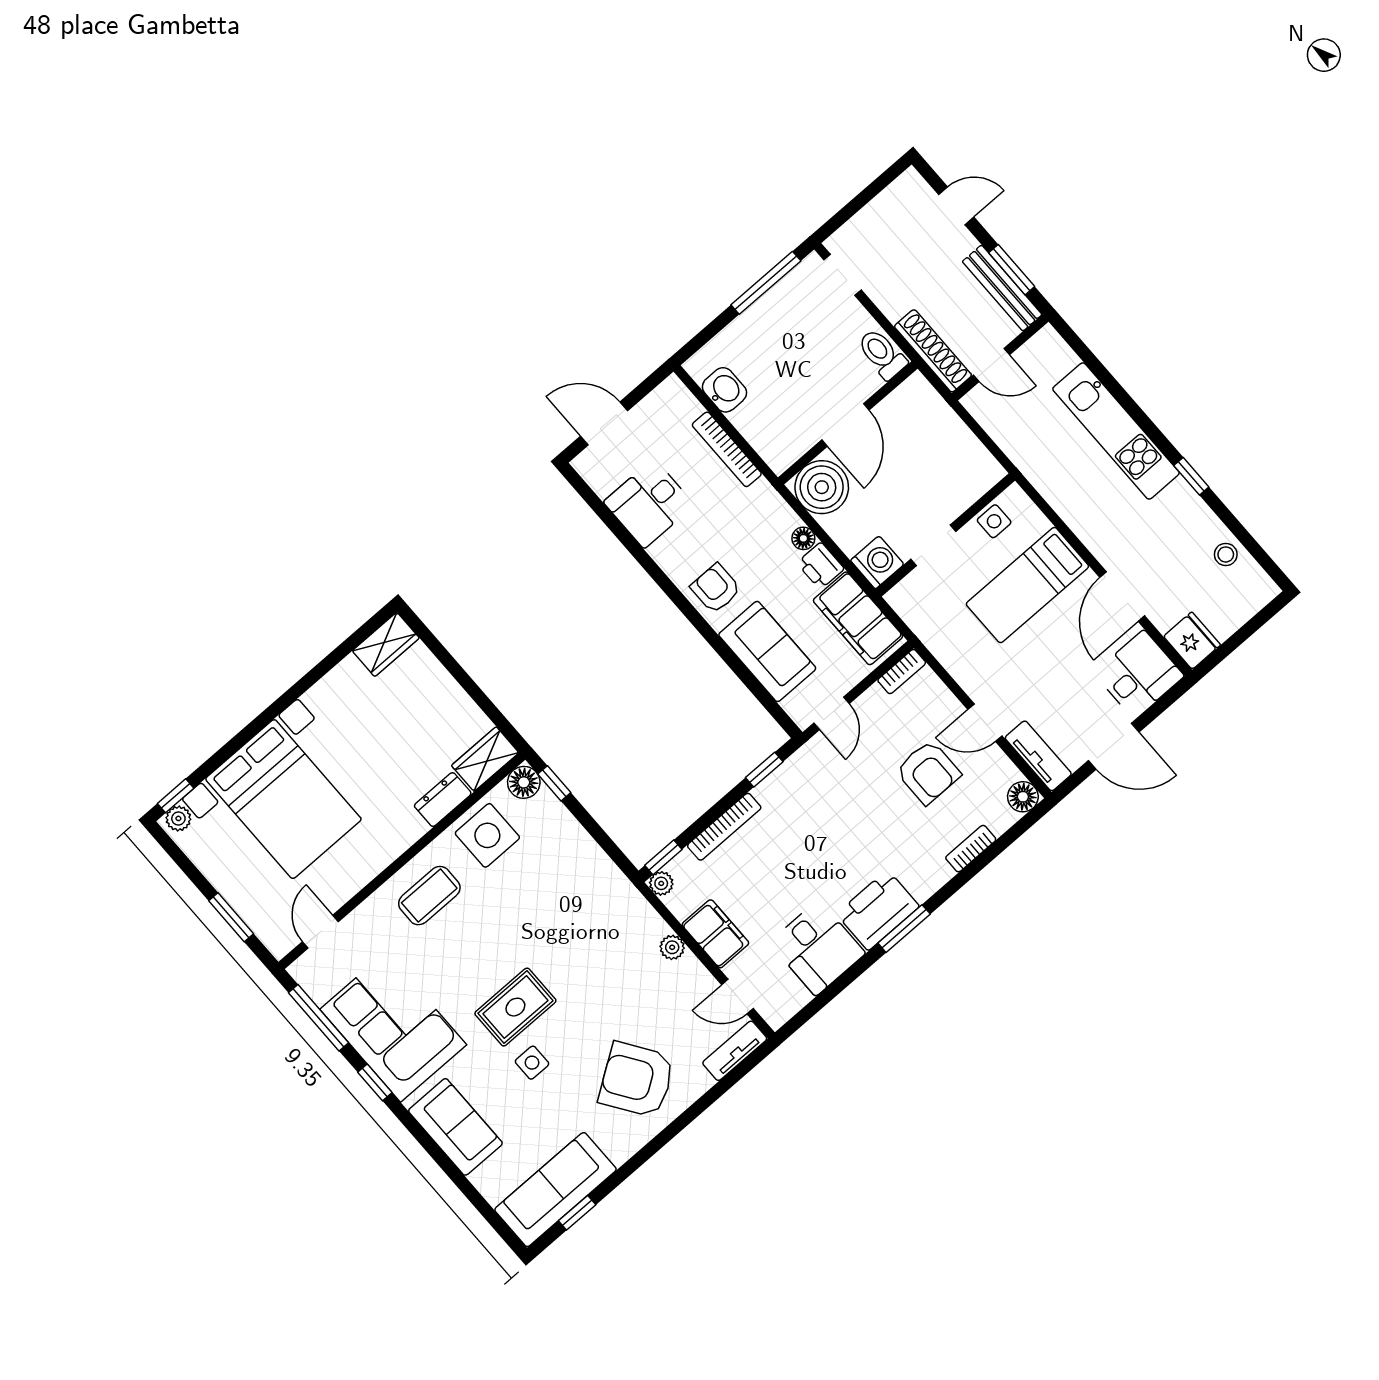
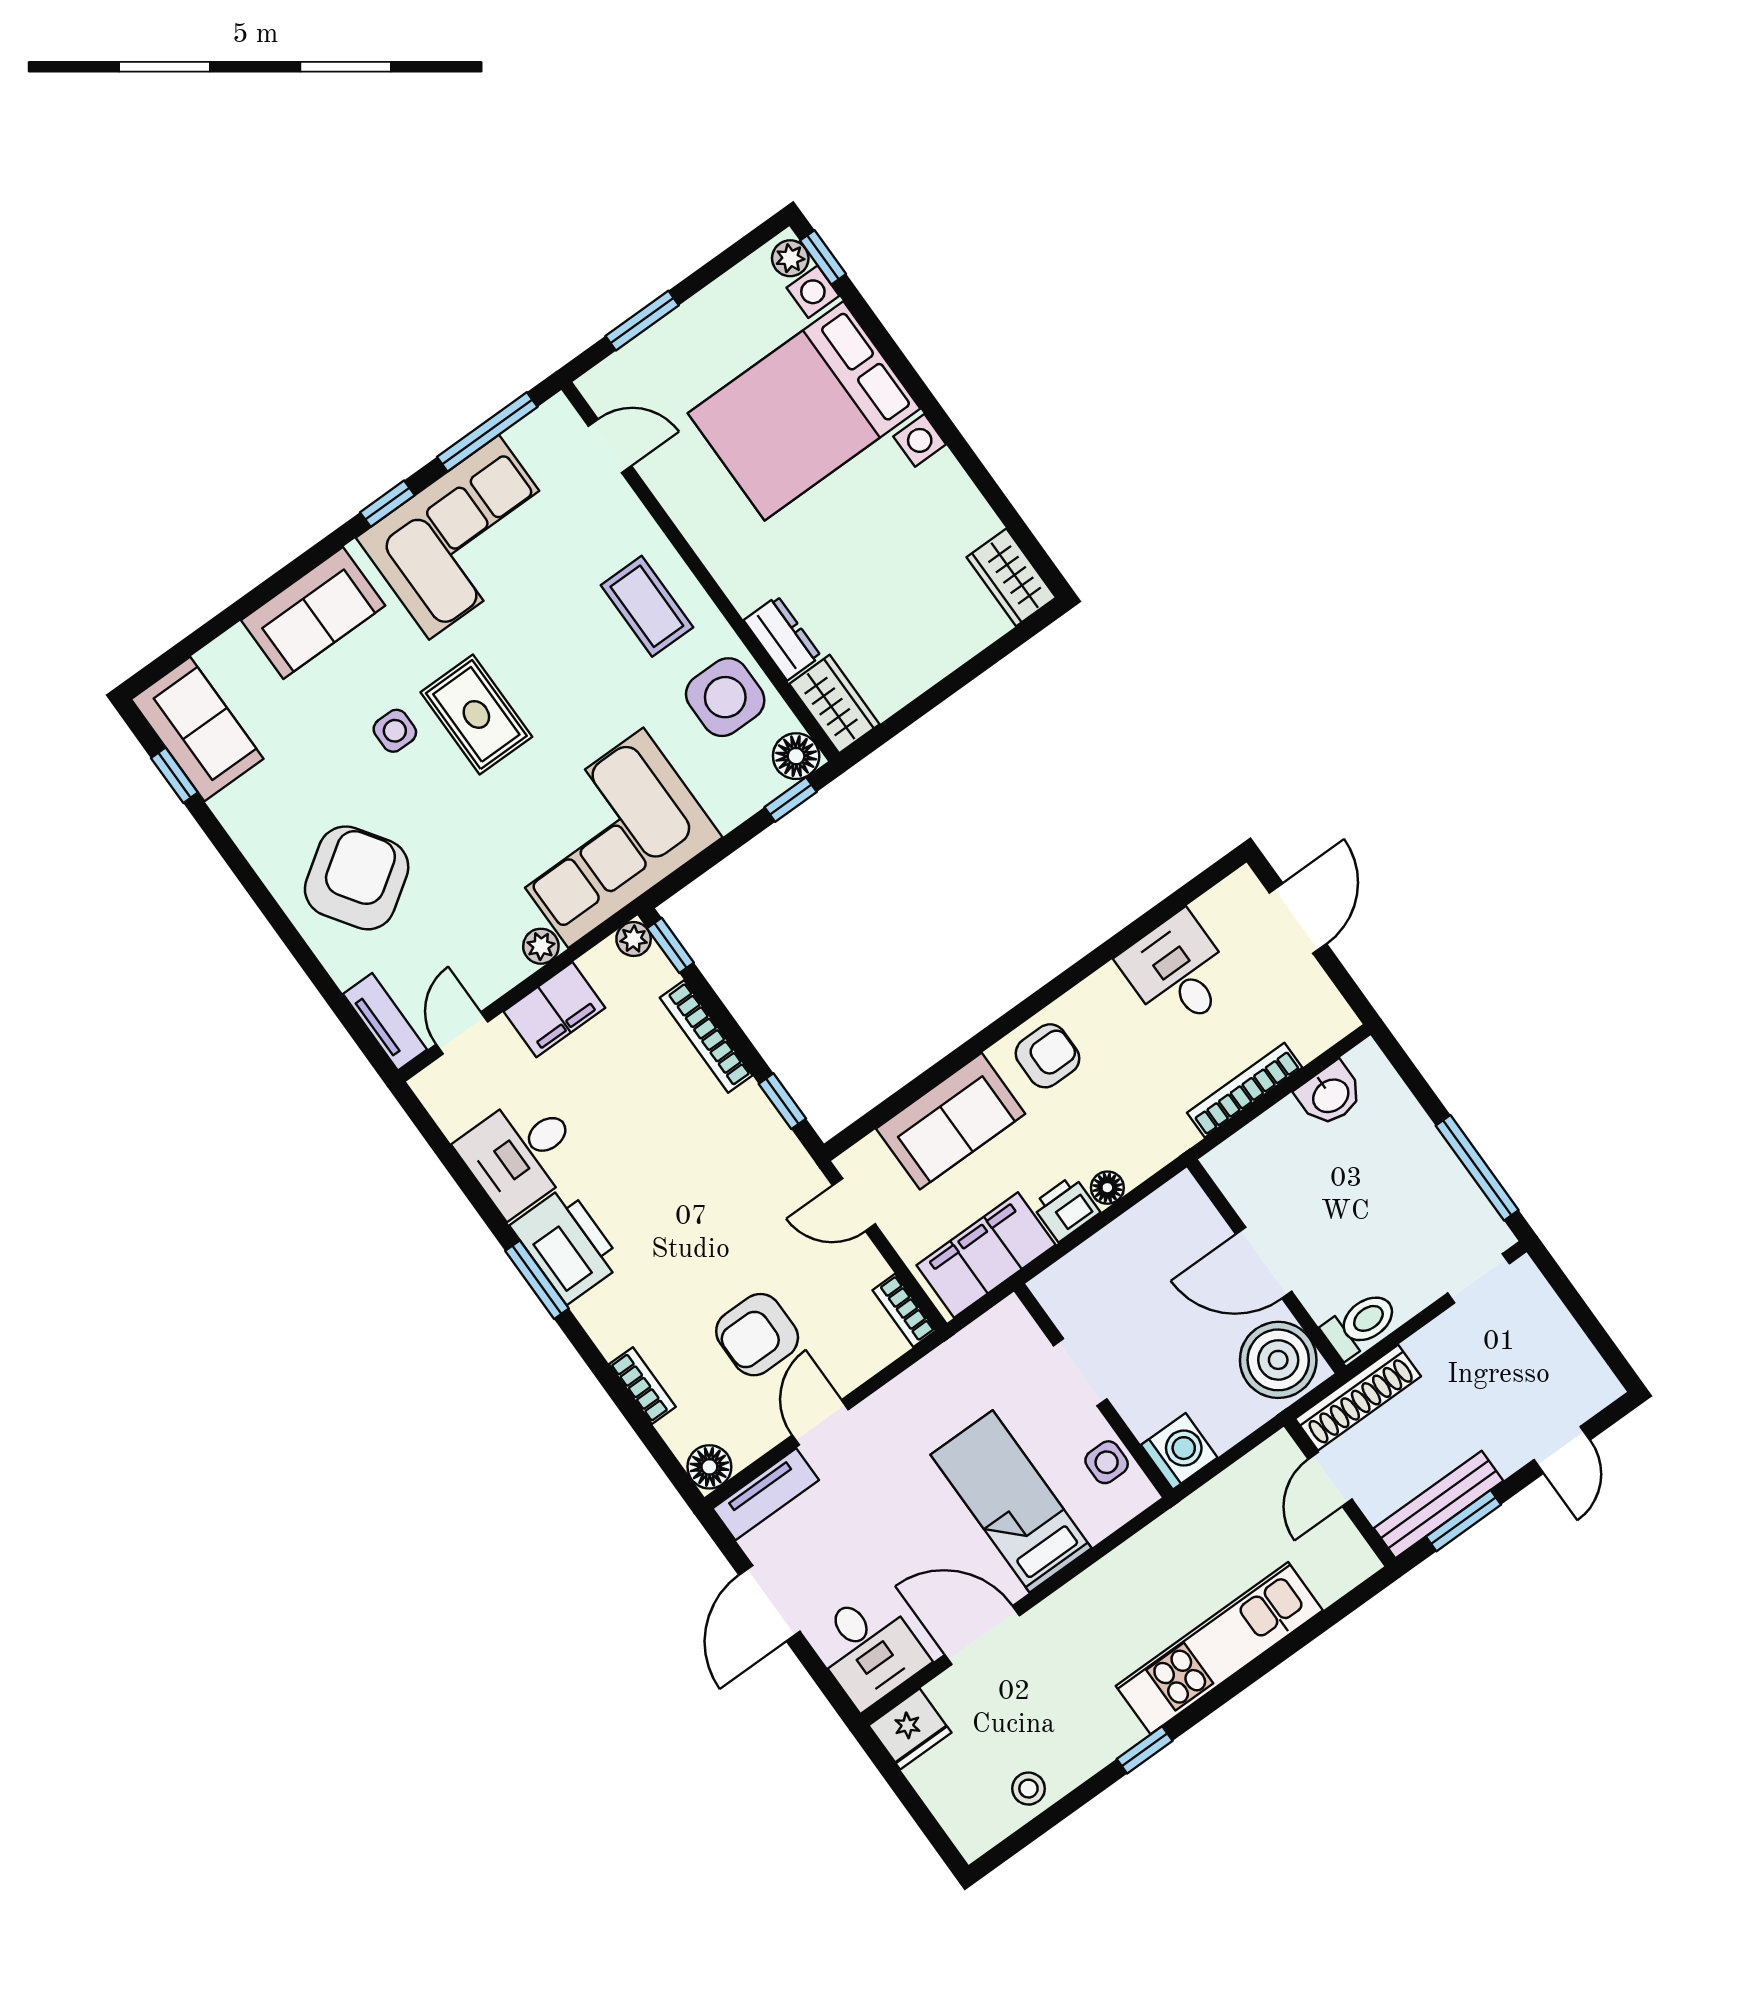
boiler: (822, 487) -> (1278, 1360), moved
washing machine: (877, 562) -> (1179, 1451), moved, turned -90
corner sofa: (593, 909) -> (606, 838), added
sofa: (555, 1190) -> (197, 729), width x0.73

